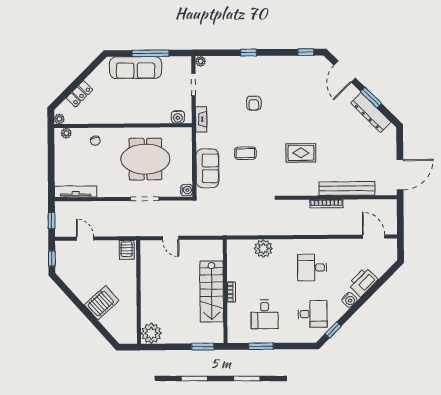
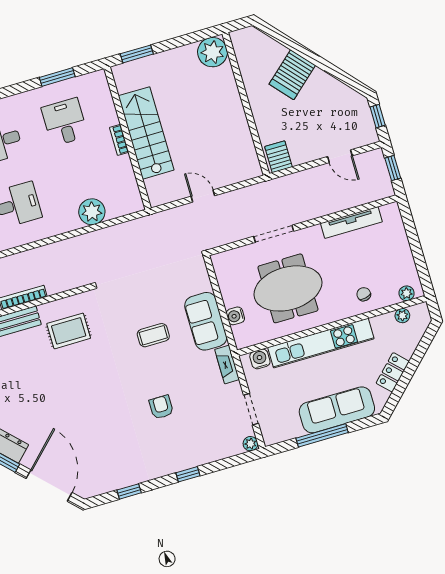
window: (306, 52) -> (129, 491), moved
door: (345, 72) -> (49, 486), width x1.36
locker: (79, 94) -> (393, 372), moved
kitchen unit: (134, 116) -> (321, 343), added
plant: (59, 119) -> (402, 316), moved
rug: (301, 153) -> (69, 331), moved
sofa: (207, 168) -> (206, 321), moved
water cooler: (187, 190) -> (235, 316), moved
tv unit: (76, 192) -> (351, 223), moved
door: (171, 238) -> (203, 196), moved

